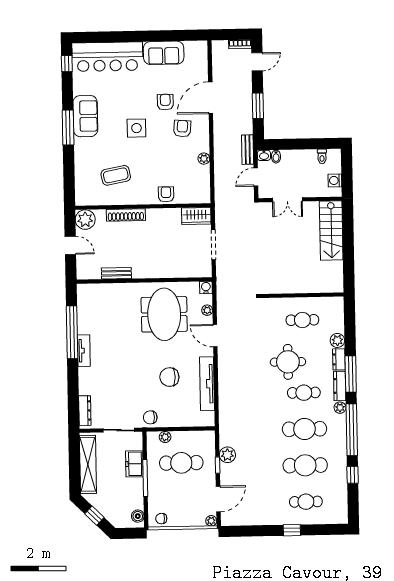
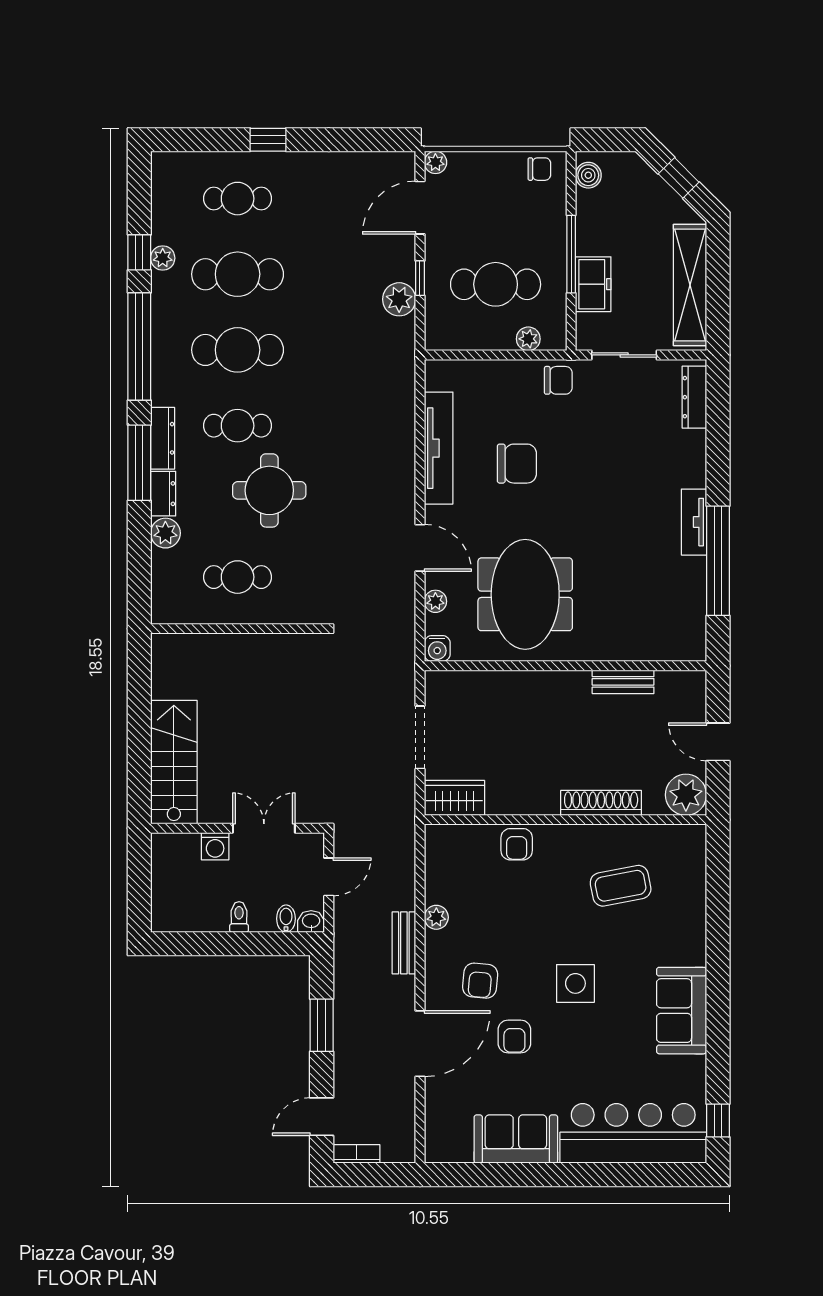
window: (68, 128) -> (718, 987), removed
bench: (248, 150) -> (404, 943), moved
toilet: (322, 156) -> (239, 917), moved
washing machine: (335, 180) -> (215, 846), moved, turned 90
plant: (340, 408) -> (163, 258), moved

